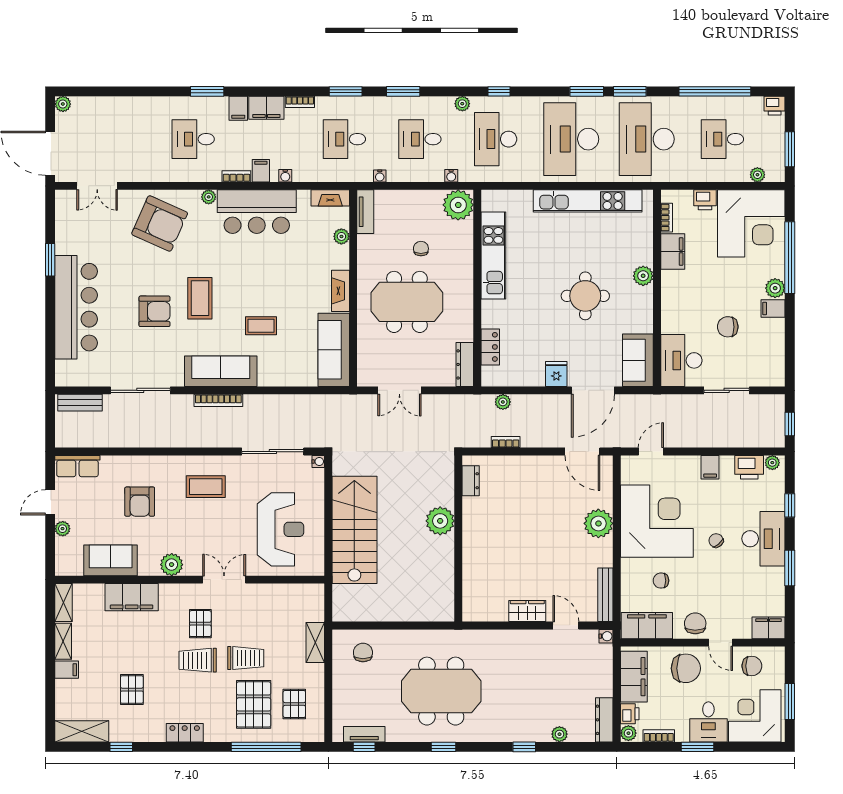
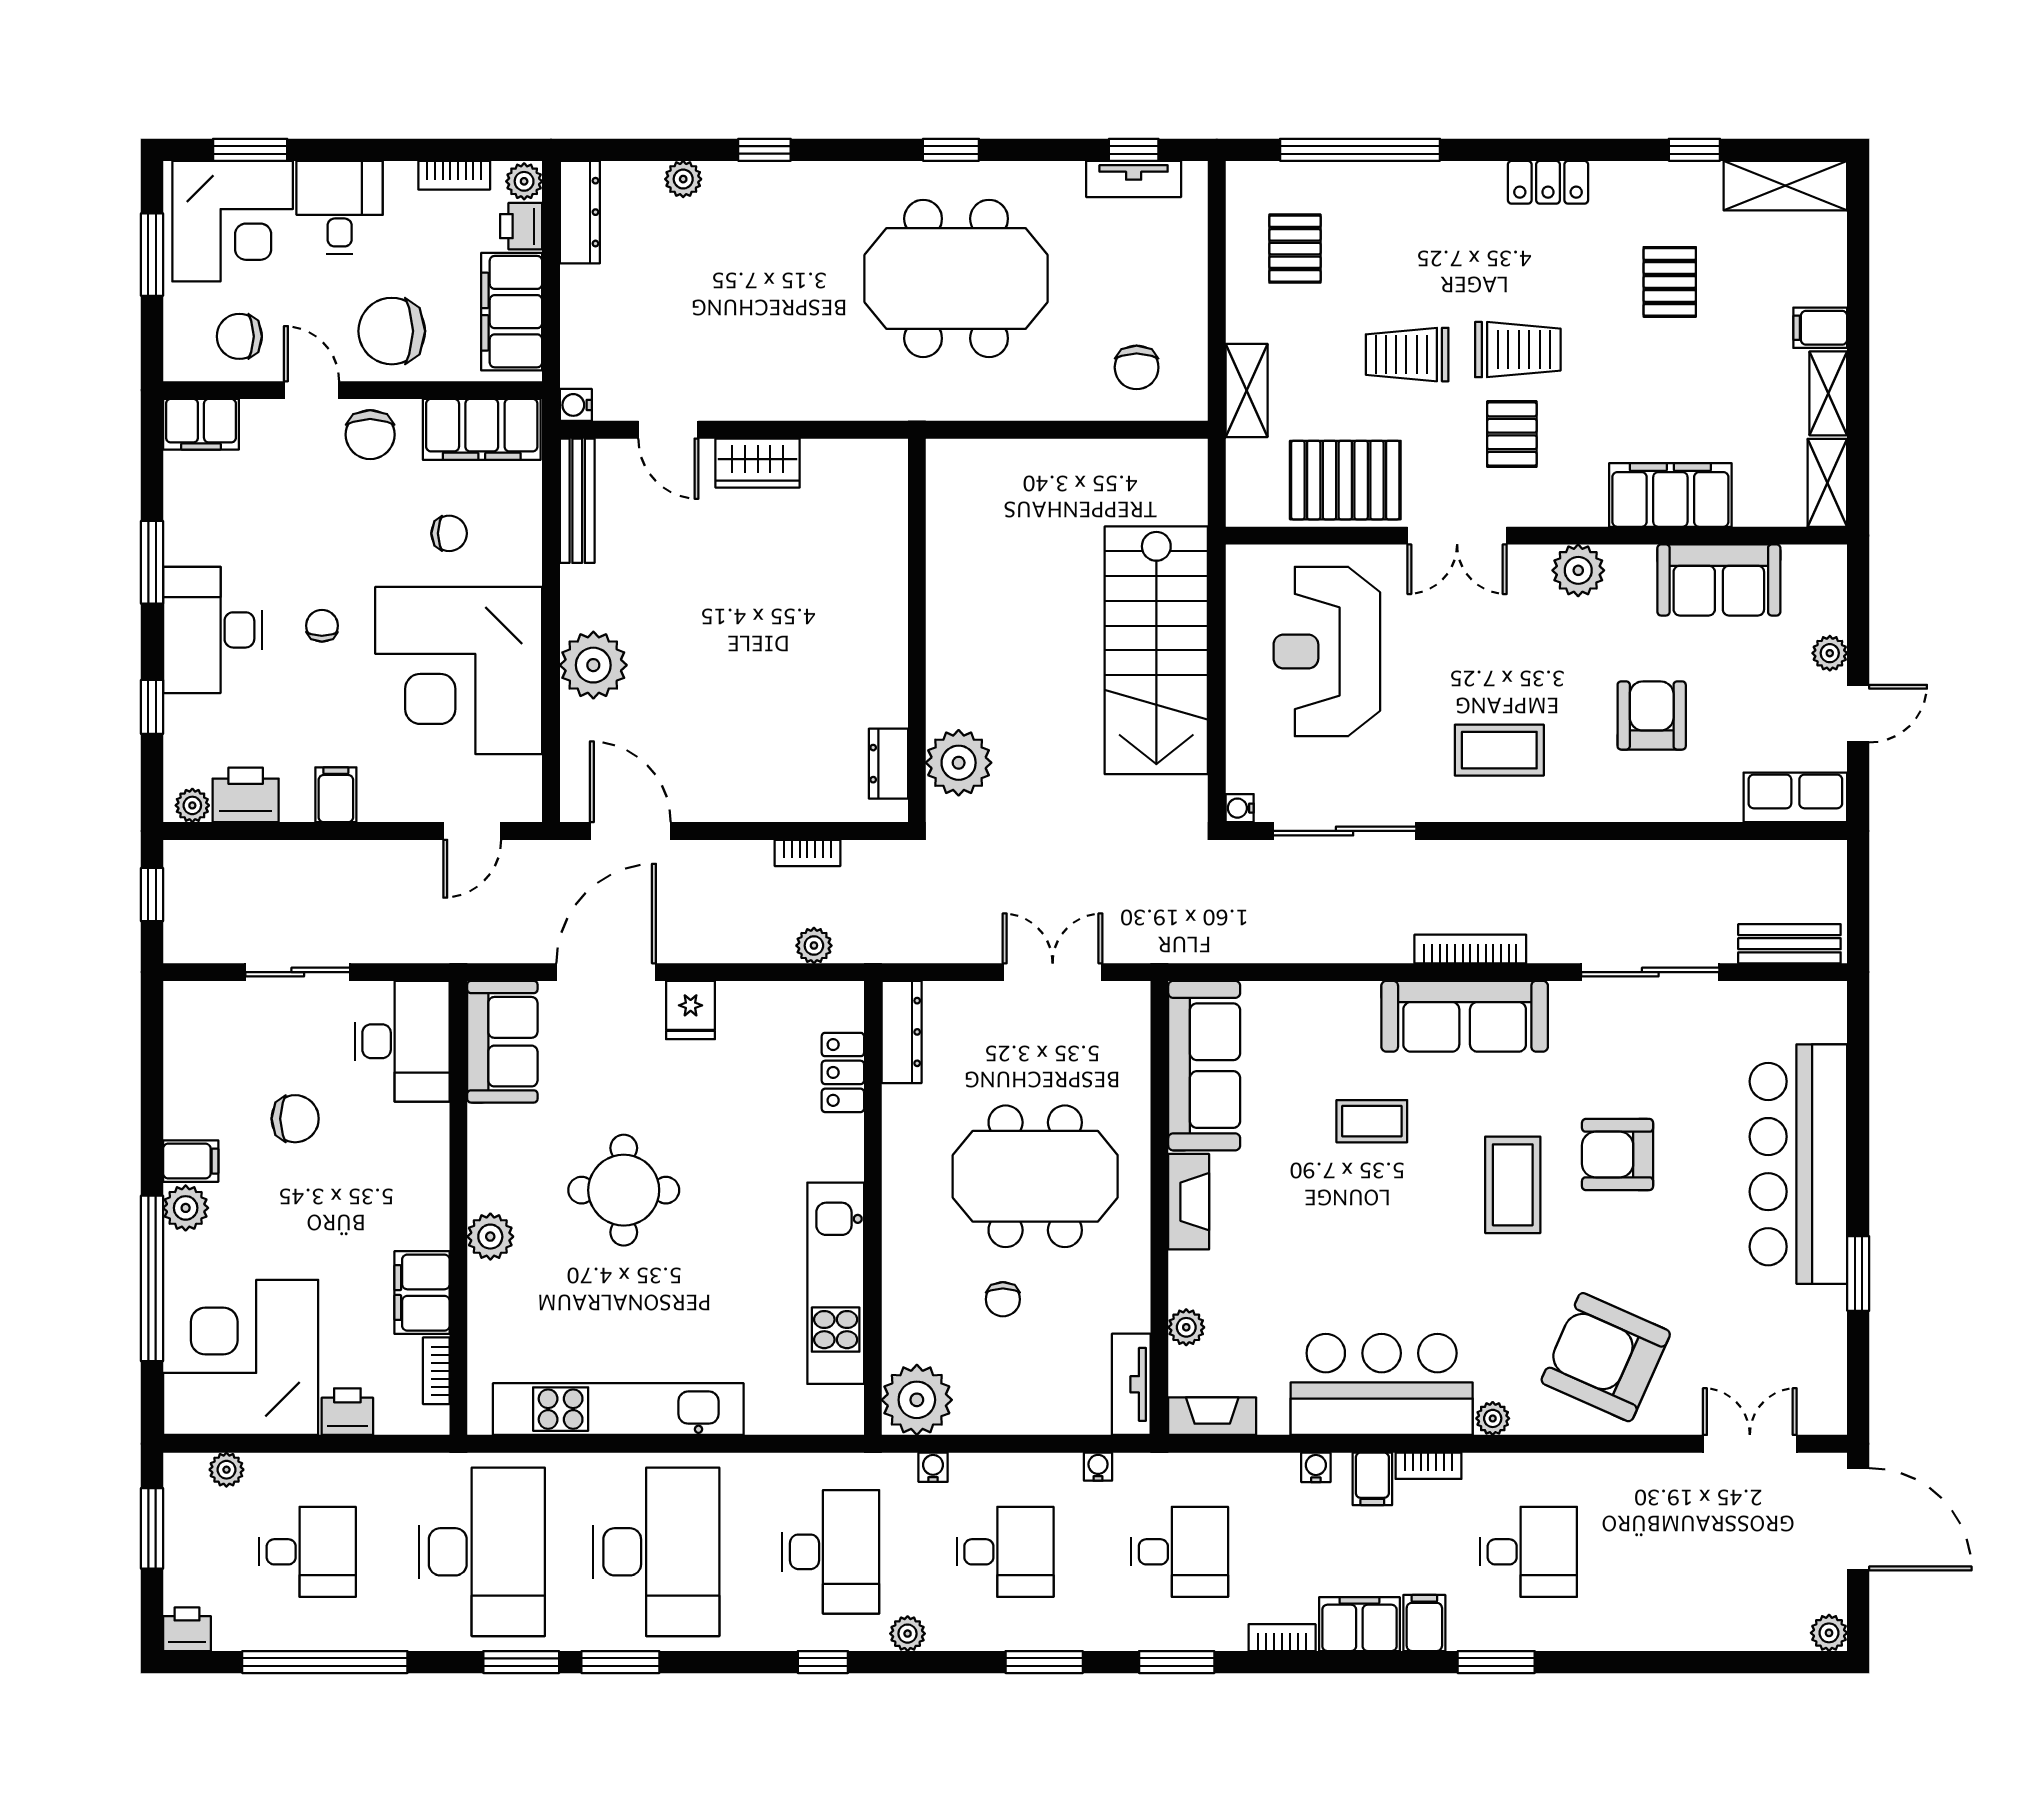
plant: (440, 521) -> (959, 763), moved
chair: (716, 541) -> (322, 626), turned -139
pallet: (254, 704) -> (1345, 480), moved, turned 90
window: (698, 747) -> (250, 150), moved

